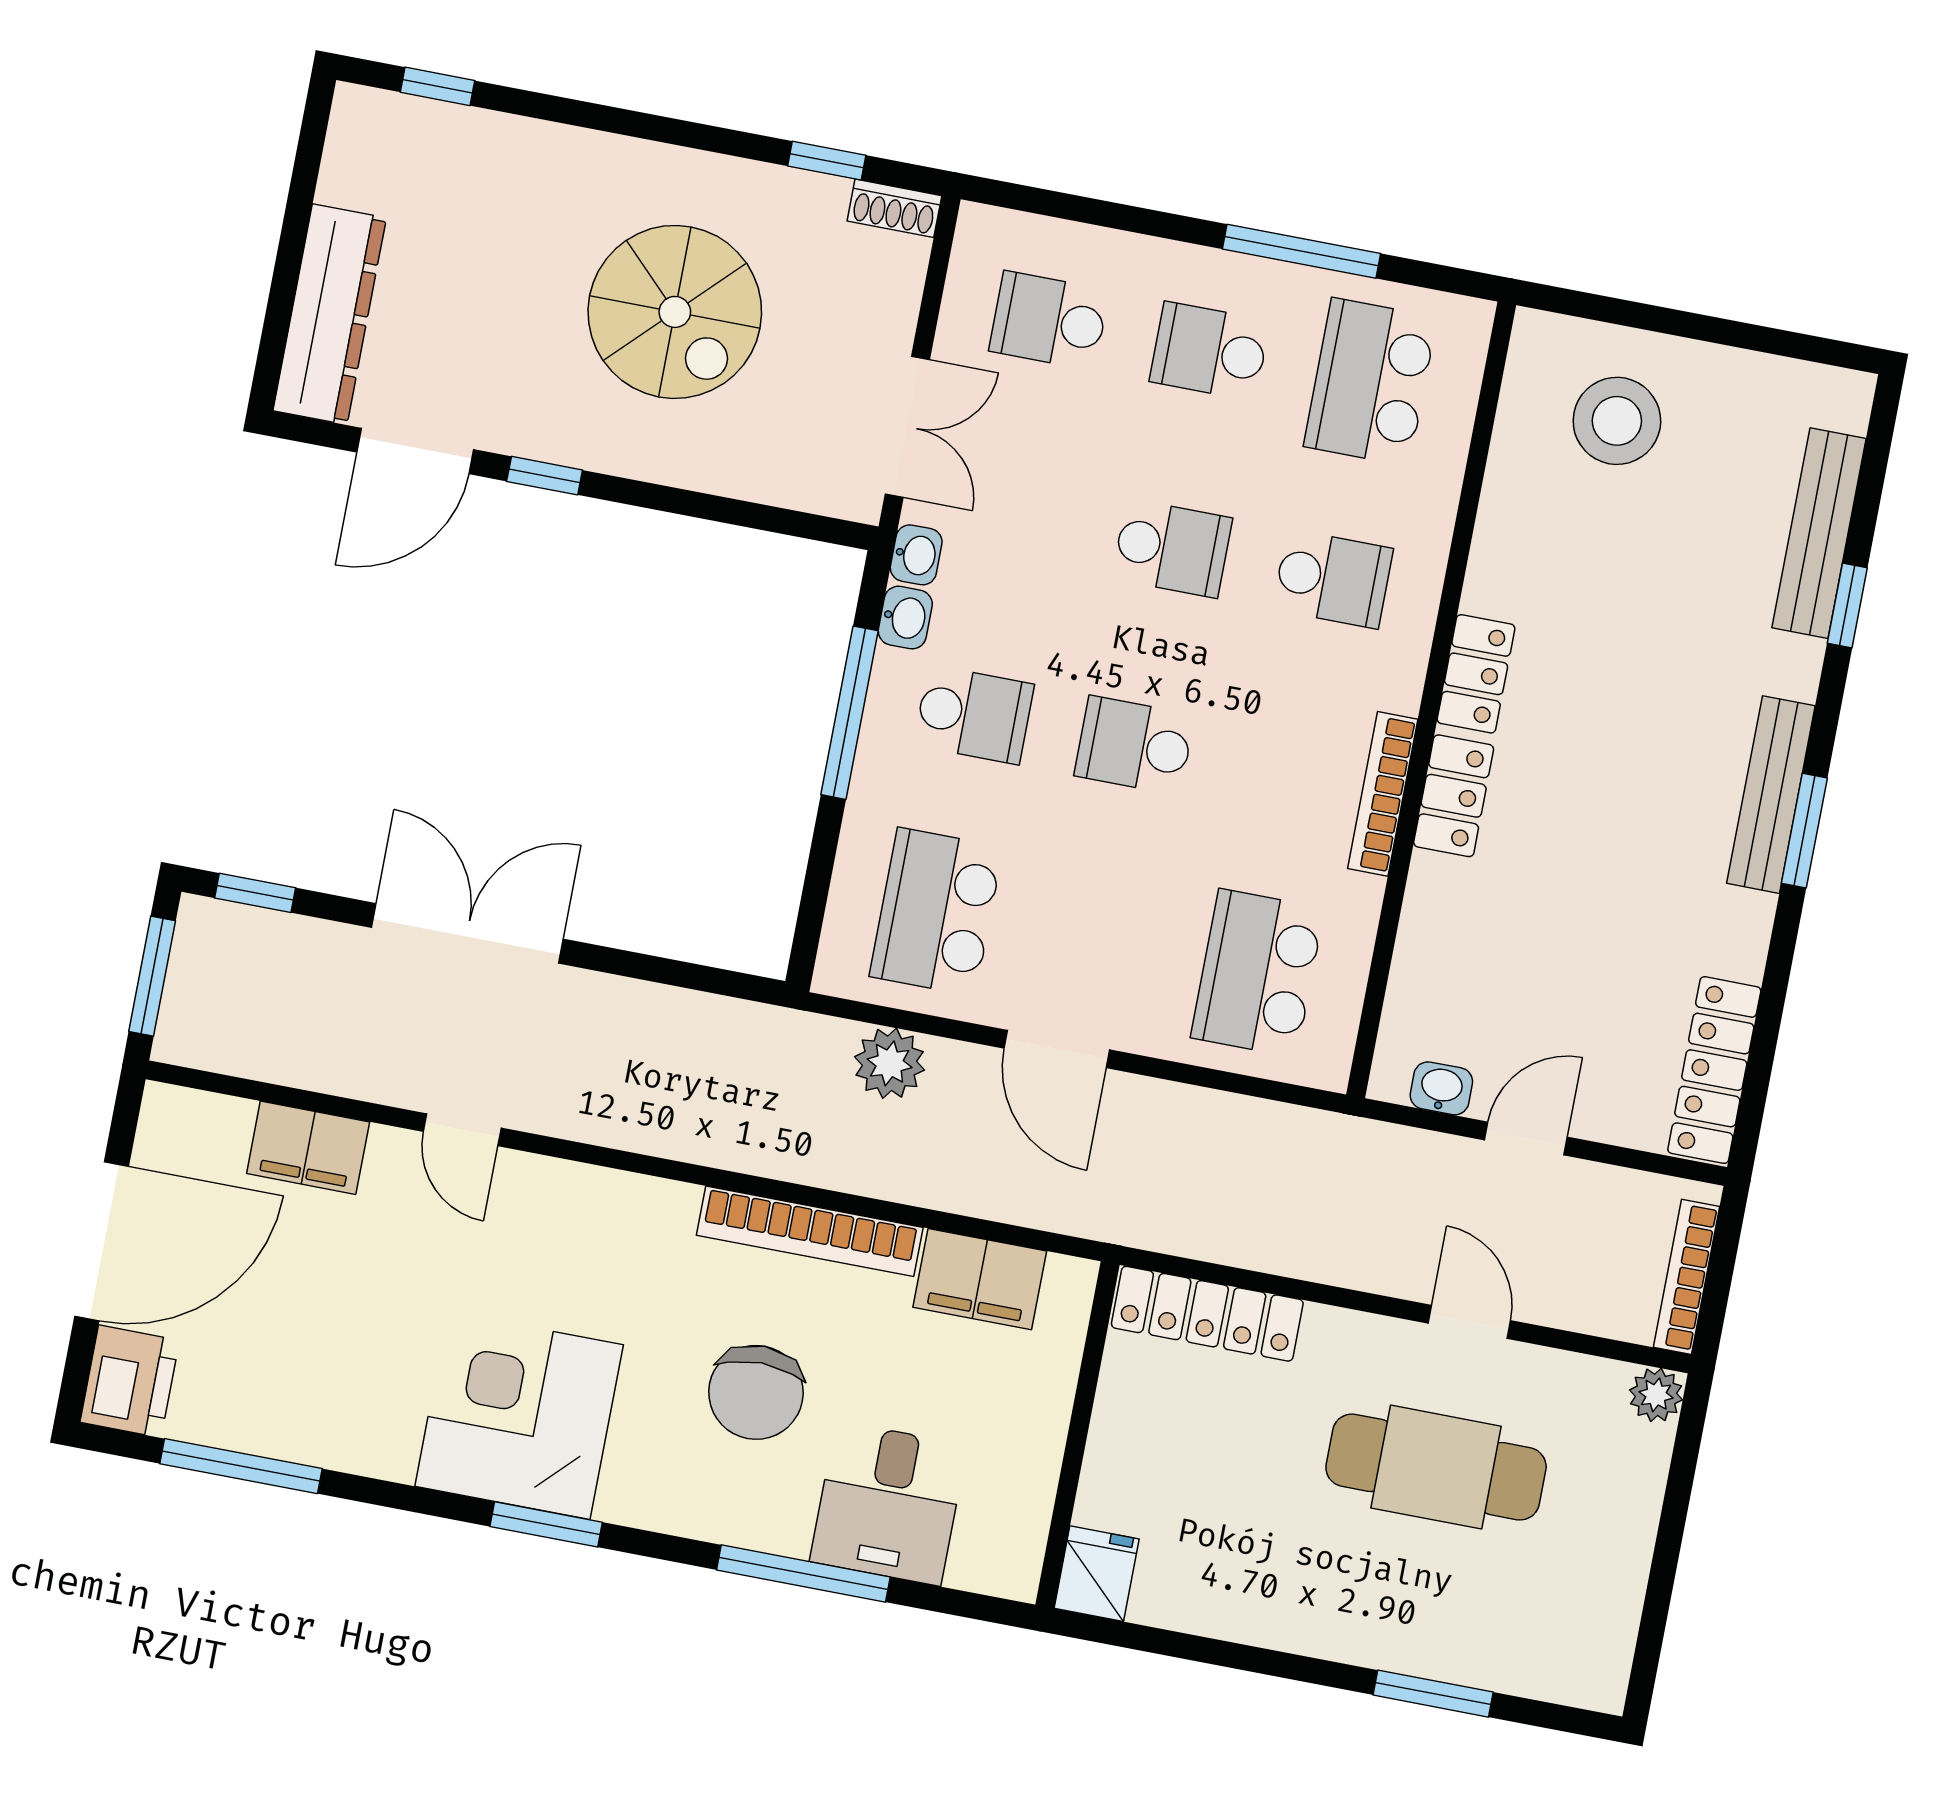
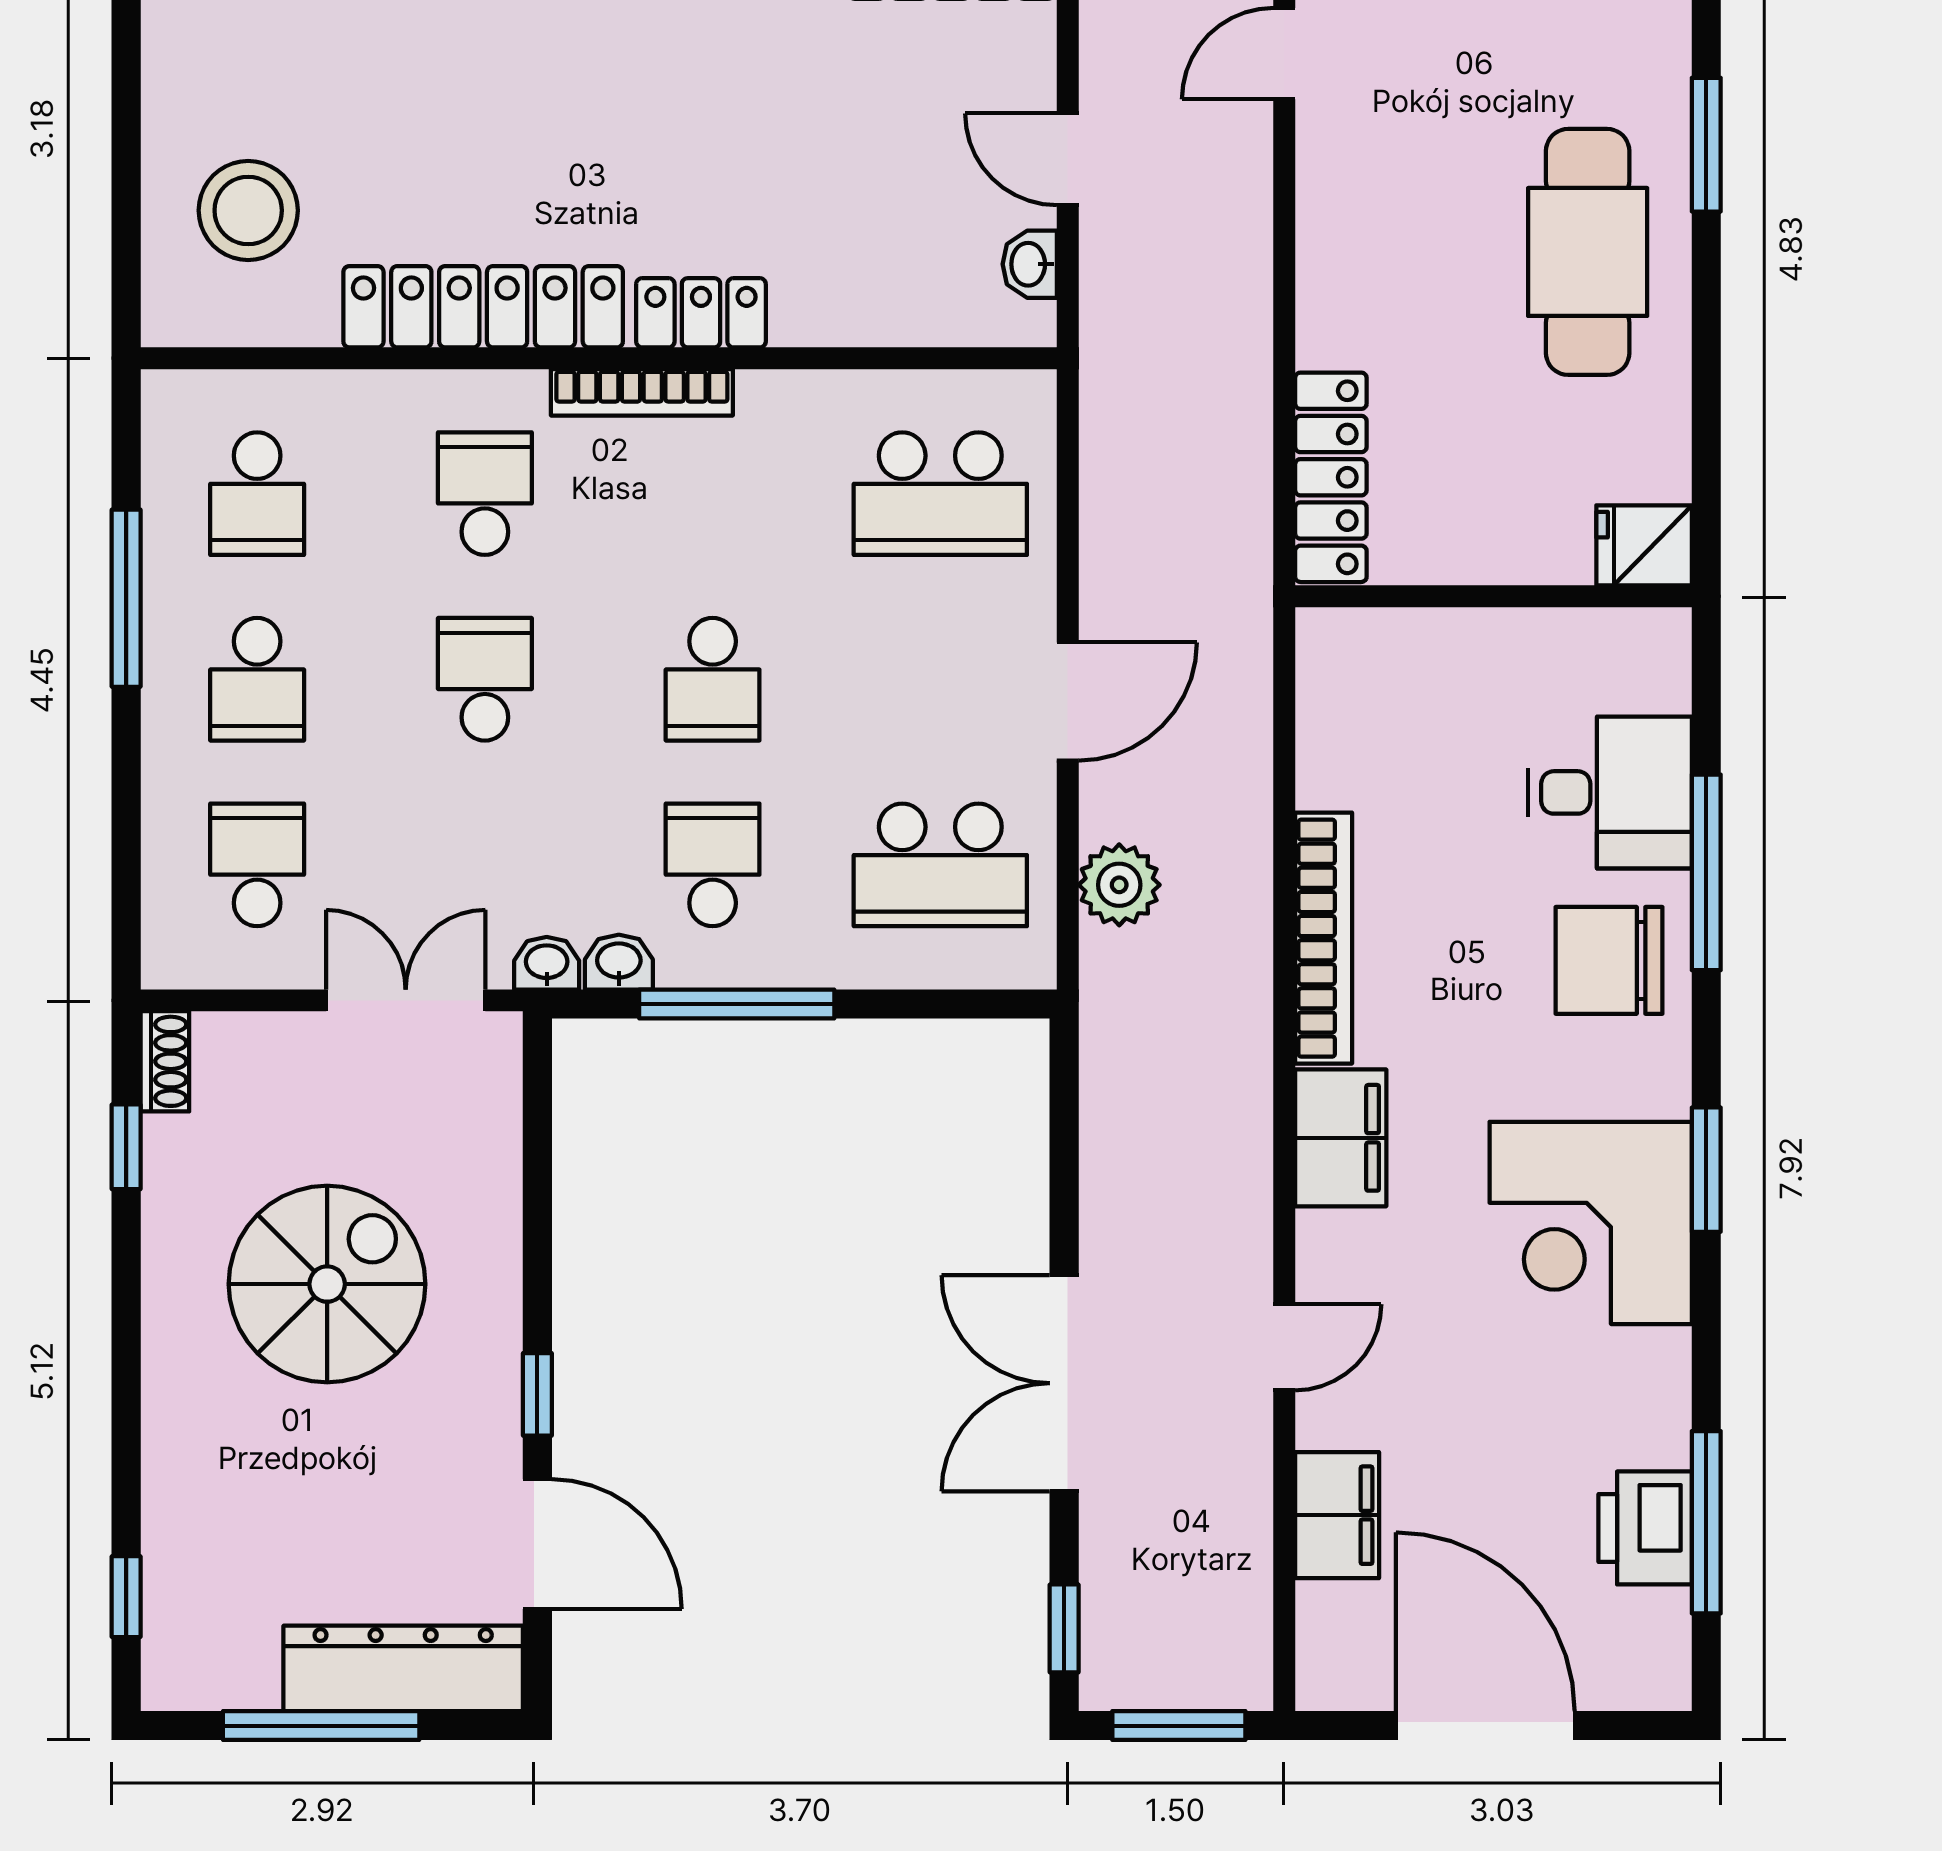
window: (294, 234) -> (321, 1726), added
school desk: (1049, 321) -> (257, 865), turned 180
school desk: (1370, 382) -> (257, 494), width x0.54
locker: (1476, 674) -> (483, 307), width x2.16, depth x1.21
bookcase: (1383, 794) -> (642, 392), moved
filing cabinet: (980, 1279) -> (1341, 1138), moved
door: (1469, 1322) -> (1284, 54), moved
printer: (130, 1381) -> (1645, 1528), moved, turned -90
chair: (756, 1392) -> (1609, 960), moved, turned 180
cafe table: (1436, 1467) -> (1588, 252), moved

